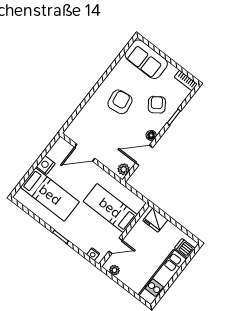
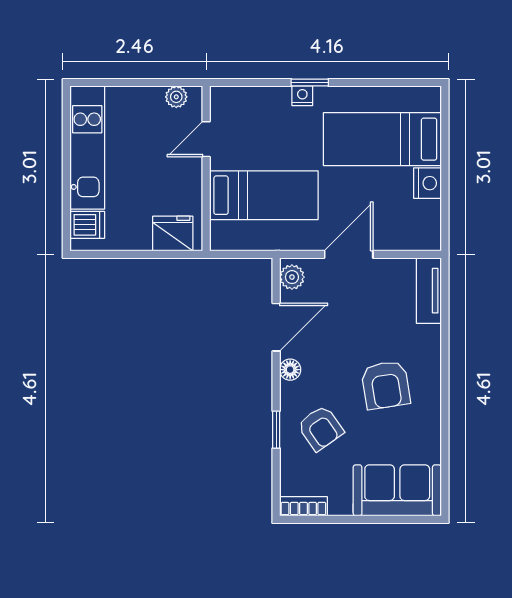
tv unit: (76, 125) -> (429, 291), added
door: (85, 153) -> (349, 254), moved
nightstand: (93, 254) -> (302, 96), moved

